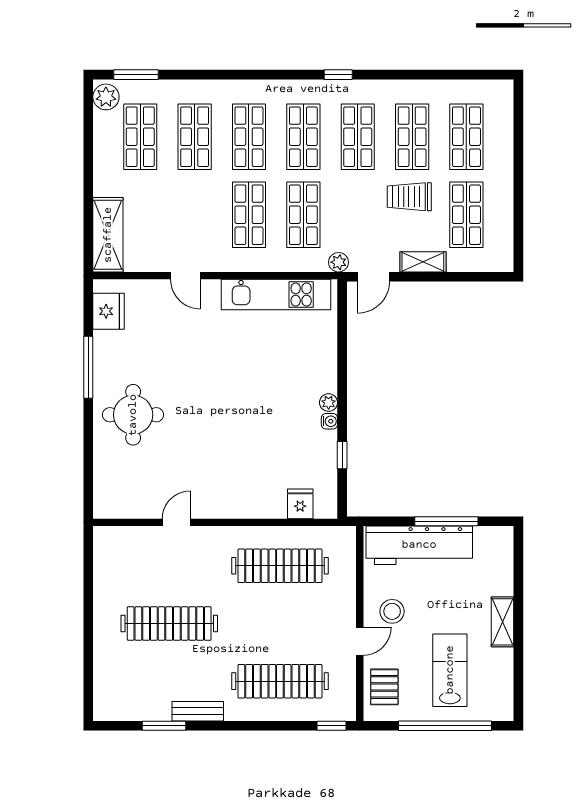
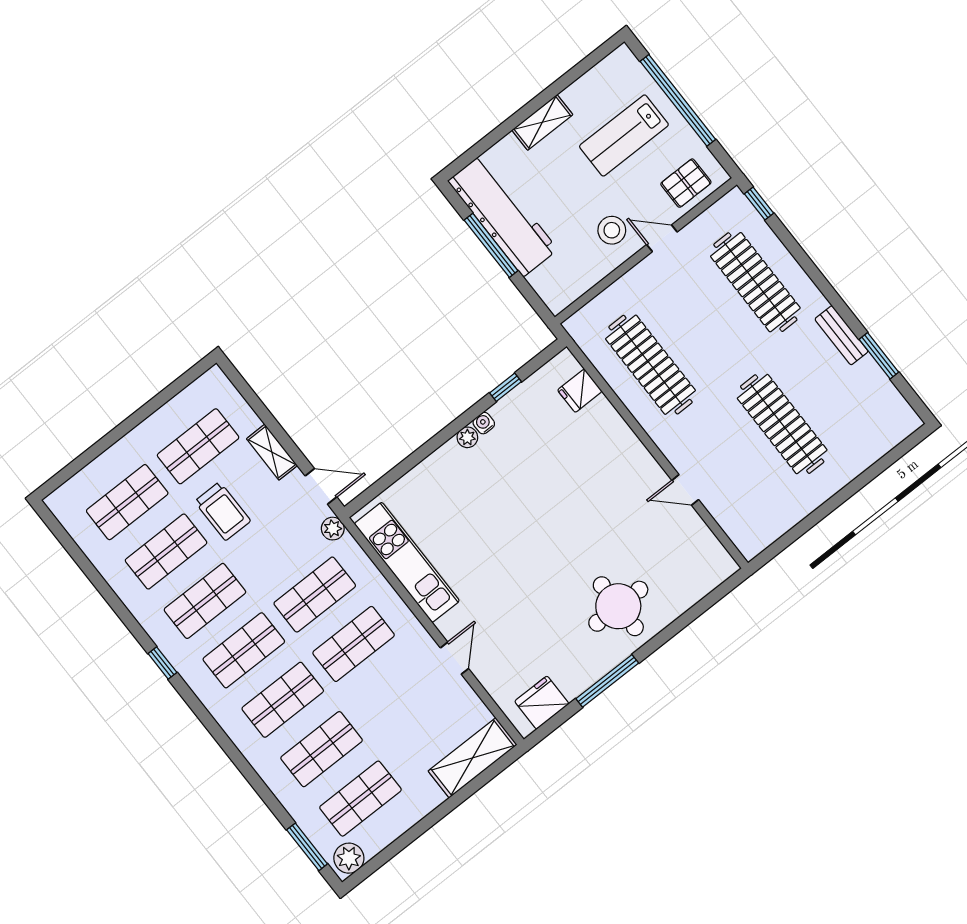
workbench: (419, 545) -> (503, 215), moved

